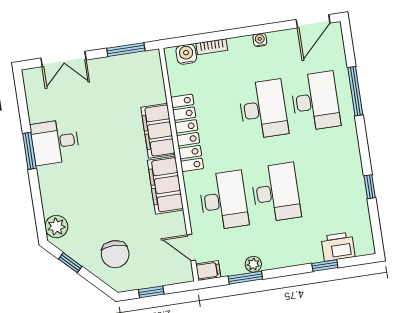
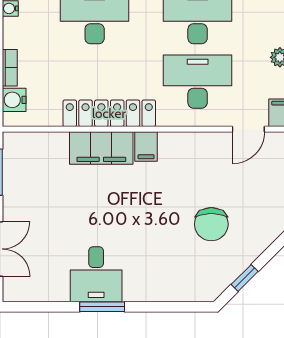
filing cabinet: (165, 185) -> (146, 146), width x0.33, depth x0.86
plant: (56, 227) -> (198, 288), removed
chair: (115, 254) -> (211, 224), moved, turned 90

